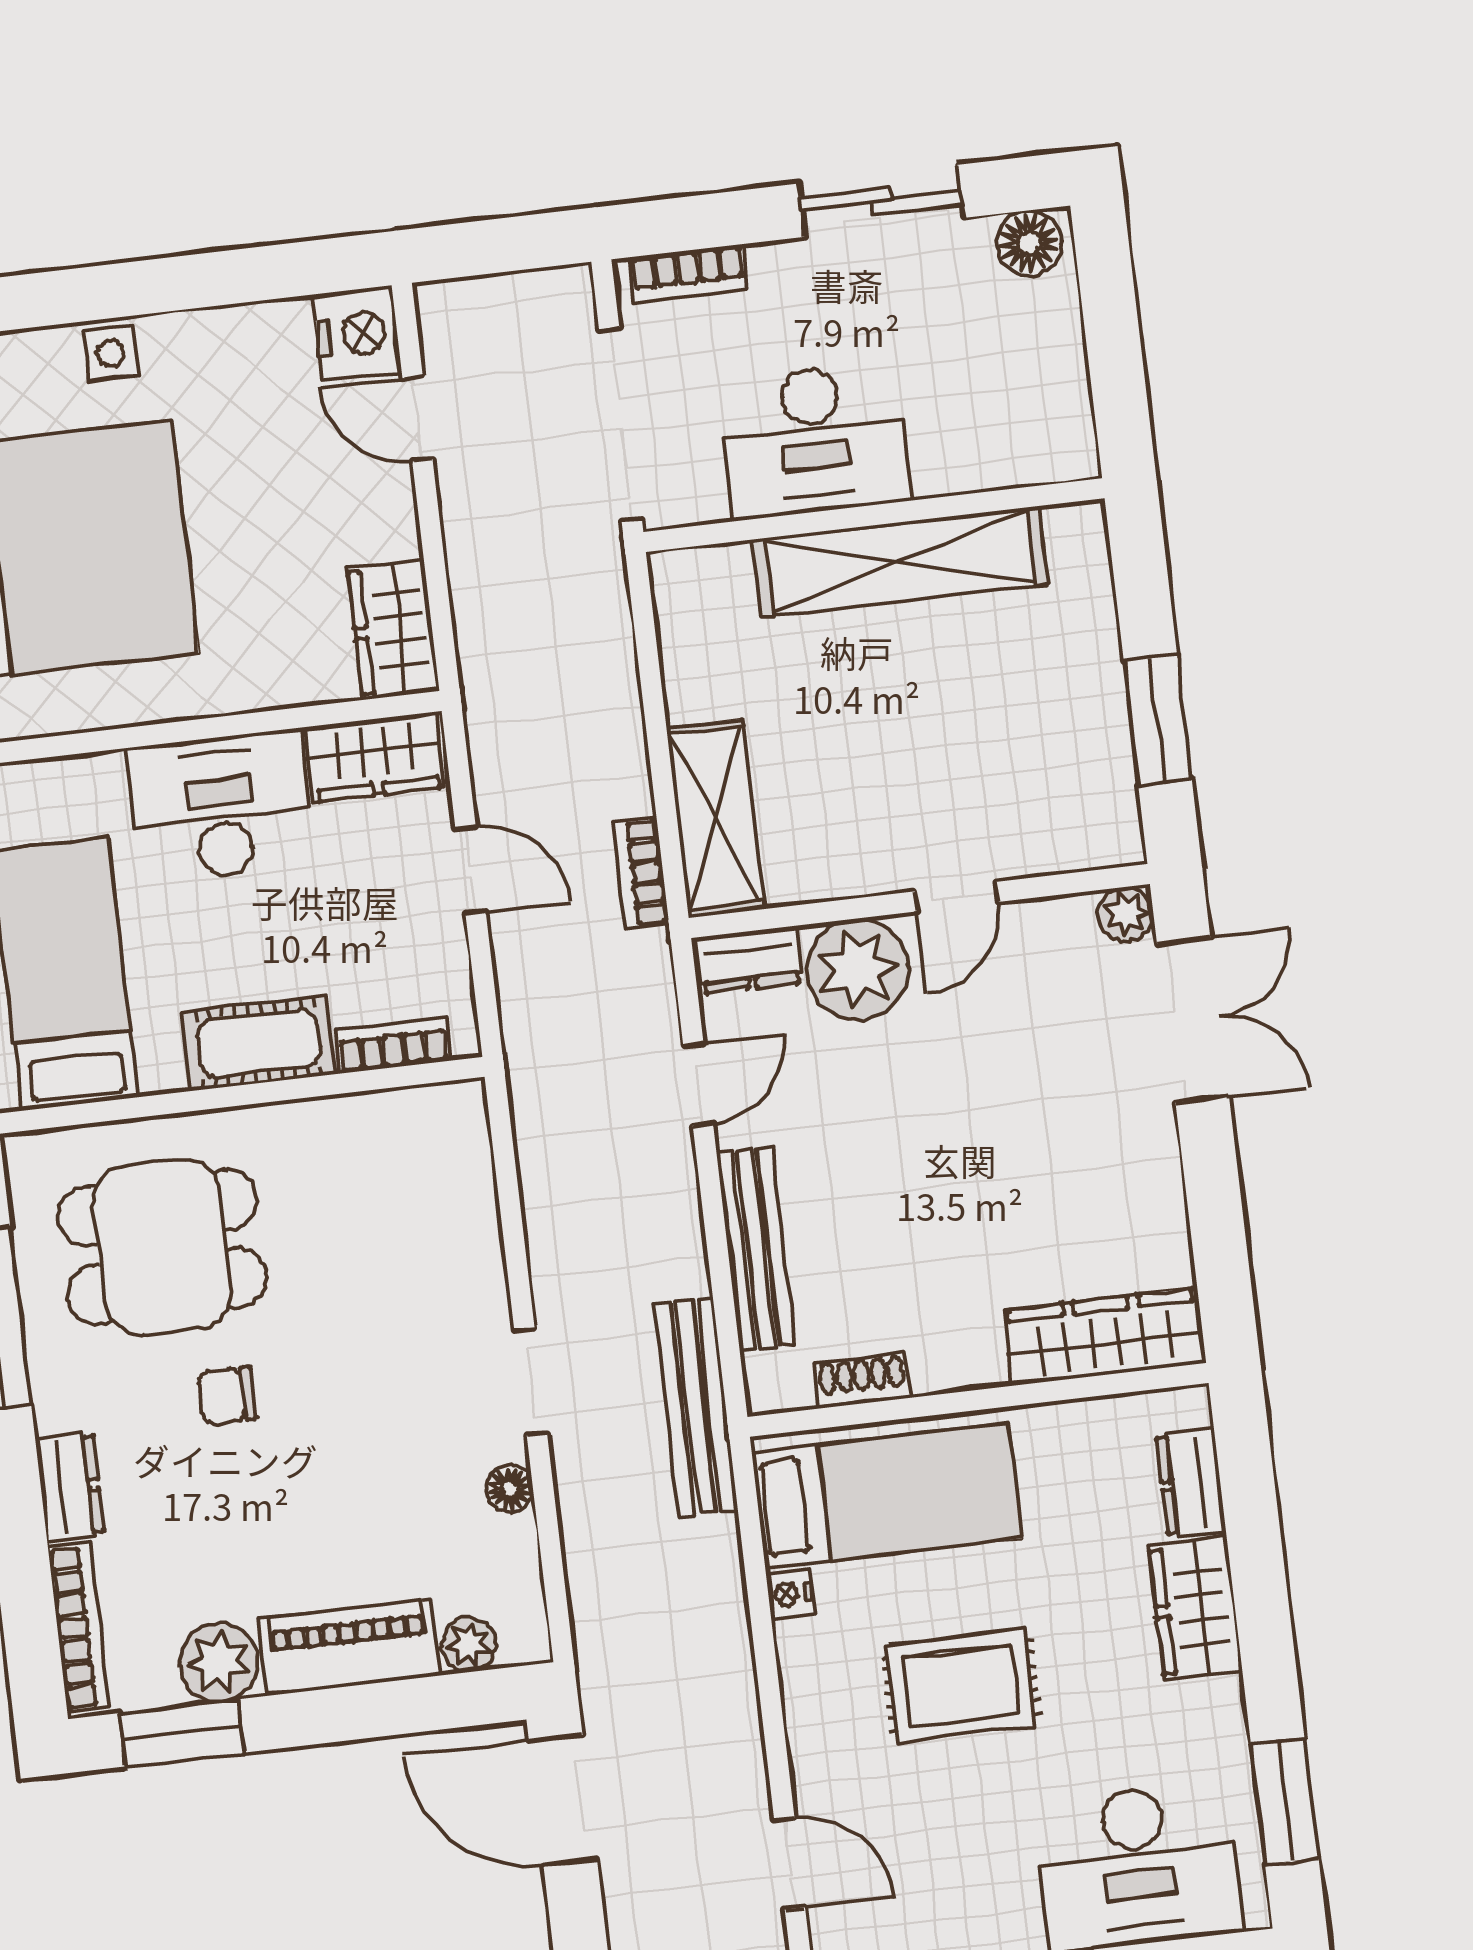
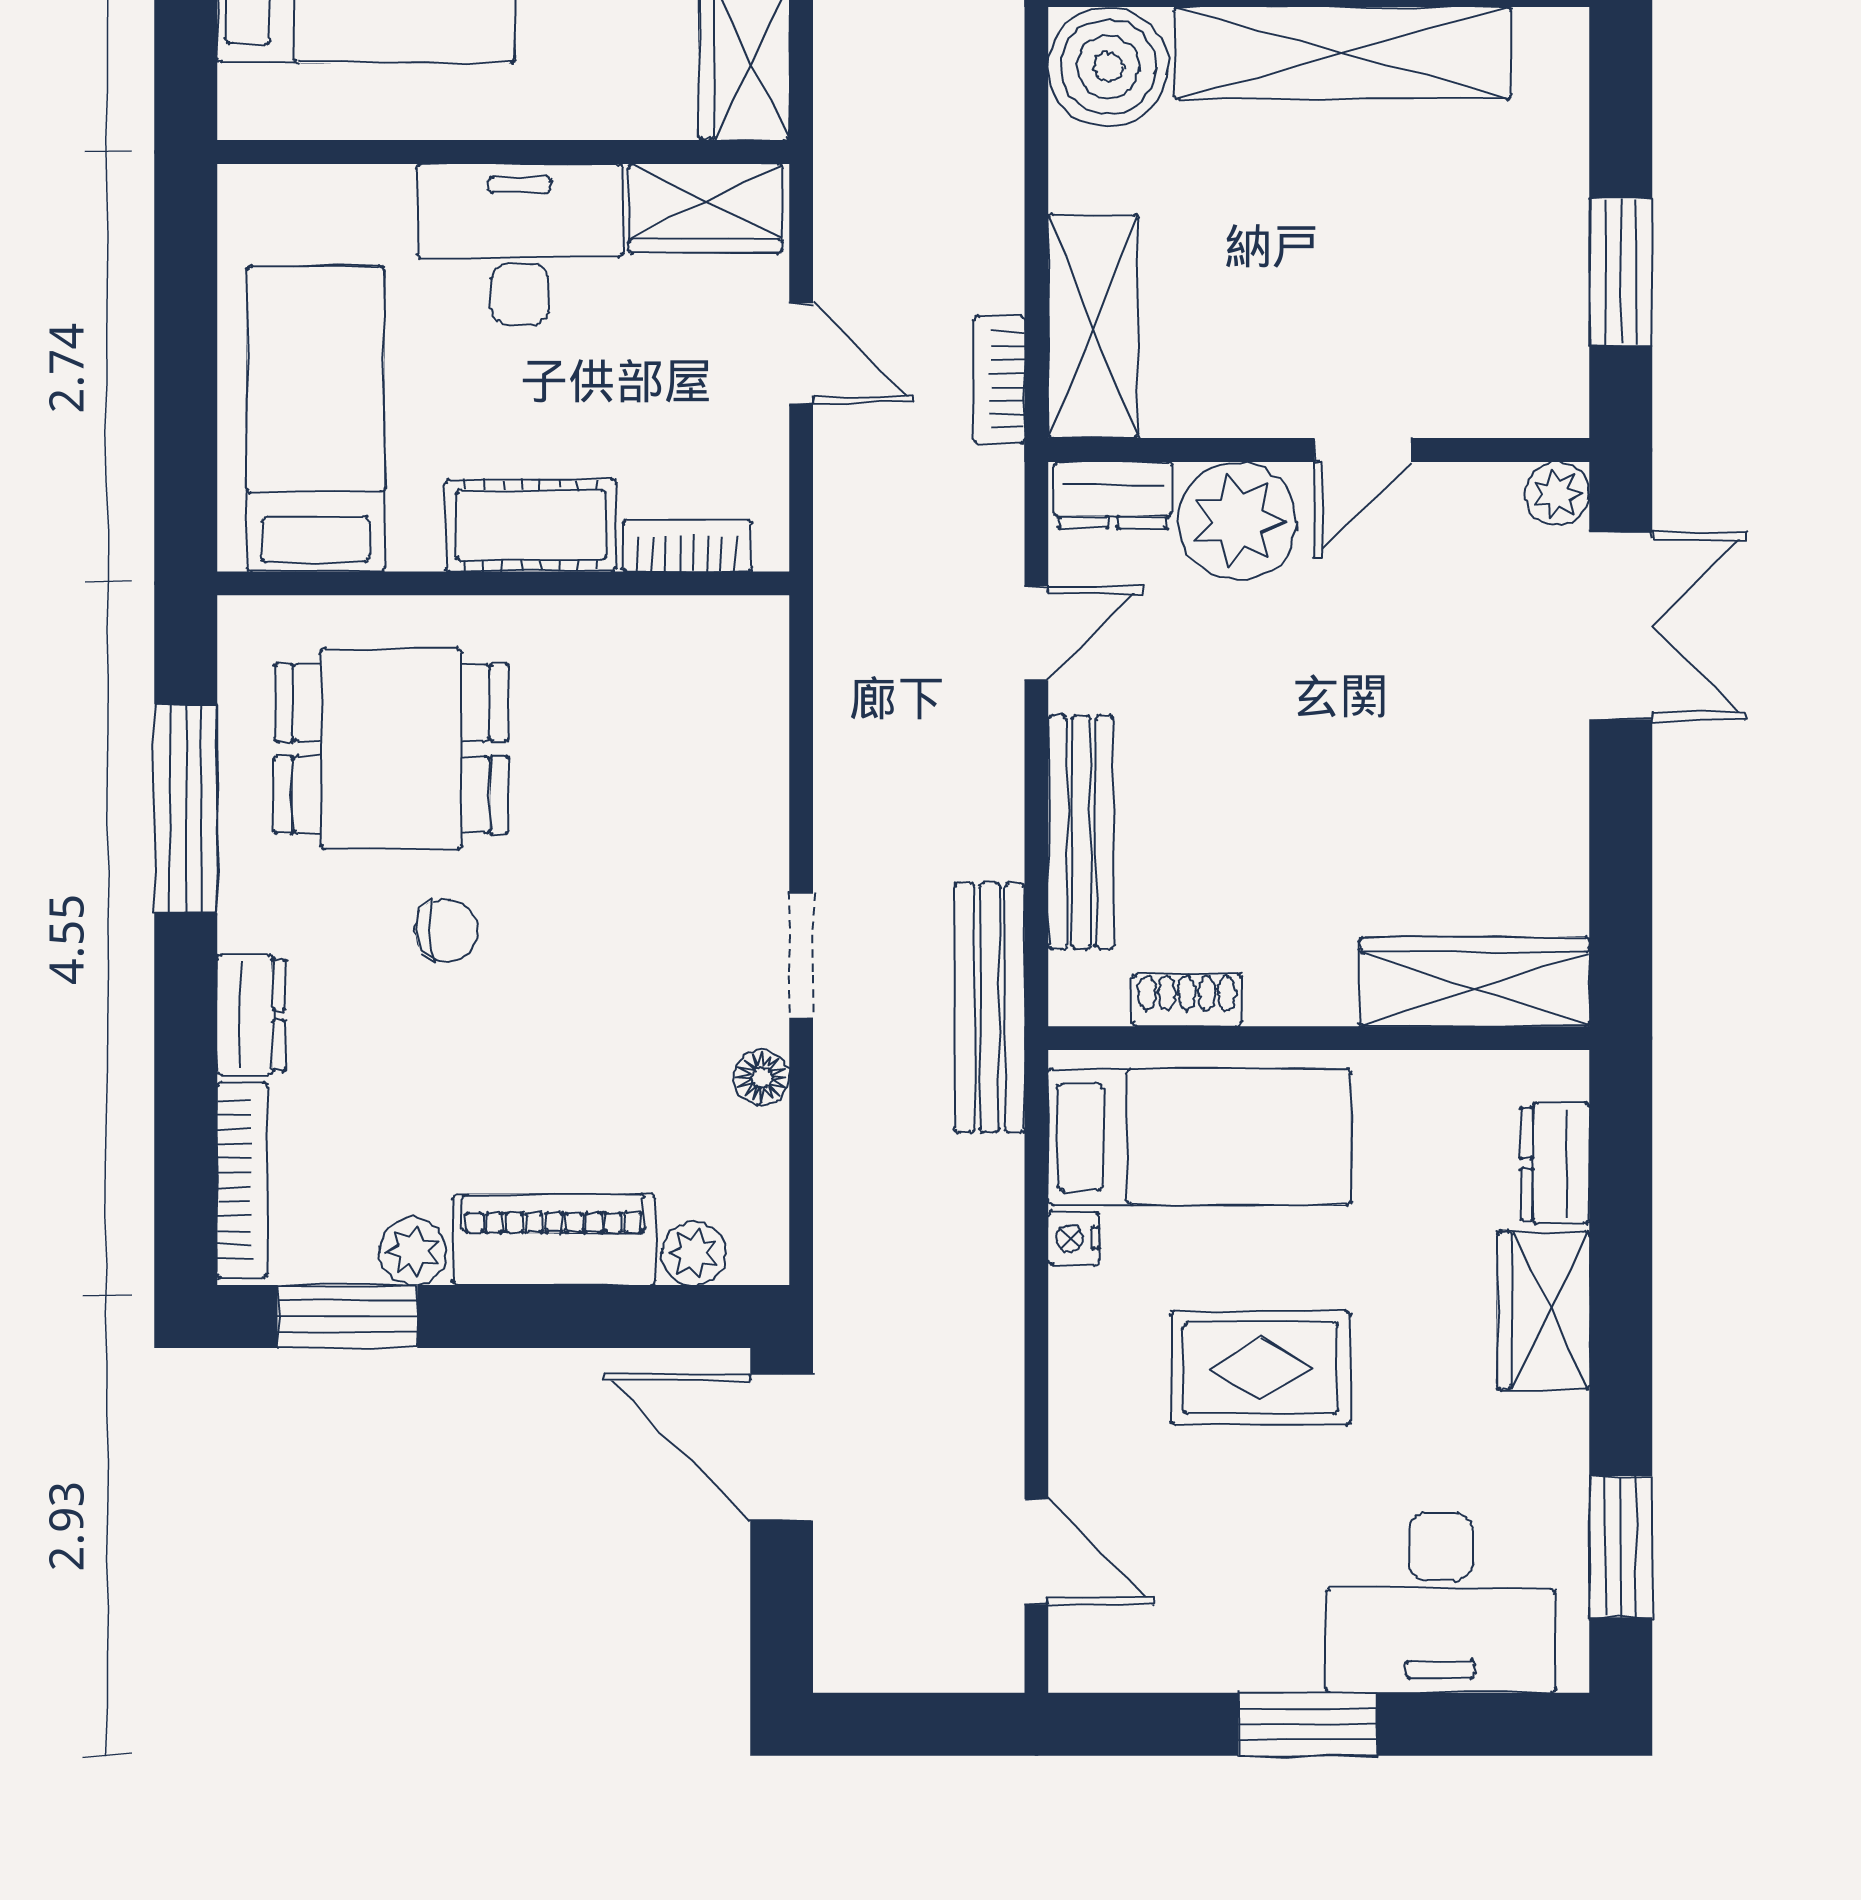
boiler: (702, 597) -> (1108, 67), added
chair: (227, 1395) -> (447, 930), turned 180
plant: (219, 1662) -> (413, 1252), width x0.73, depth x0.73

